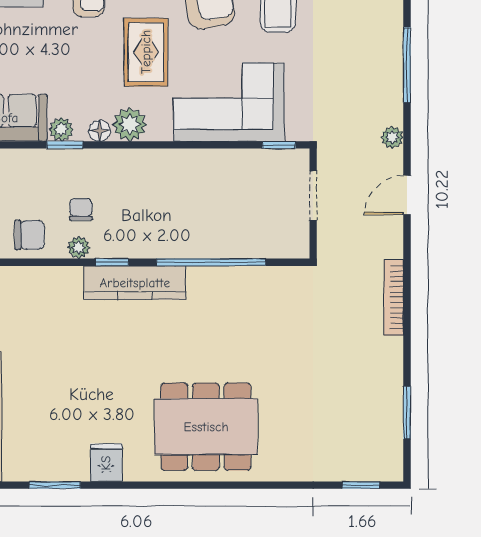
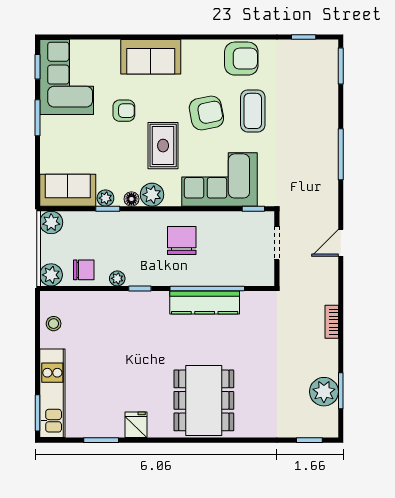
plant: (392, 137) -> (324, 392), moved, width x1.87, depth x1.87
chair: (81, 209) -> (182, 240), moved, width x1.87, depth x1.87
kitchen counter: (135, 283) -> (205, 302), moved
bookcase: (394, 297) -> (332, 322), width x0.64
dining table: (206, 427) -> (204, 400), turned 90

